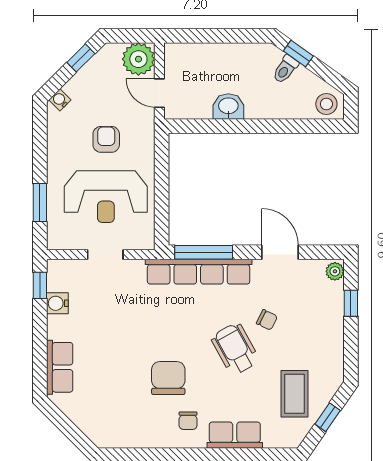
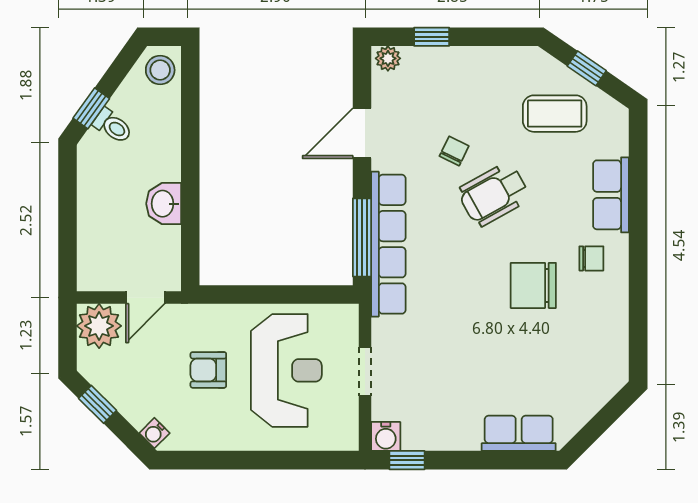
window: (40, 203) -> (294, 460), removed
water cooler: (57, 303) -> (386, 436), moved

